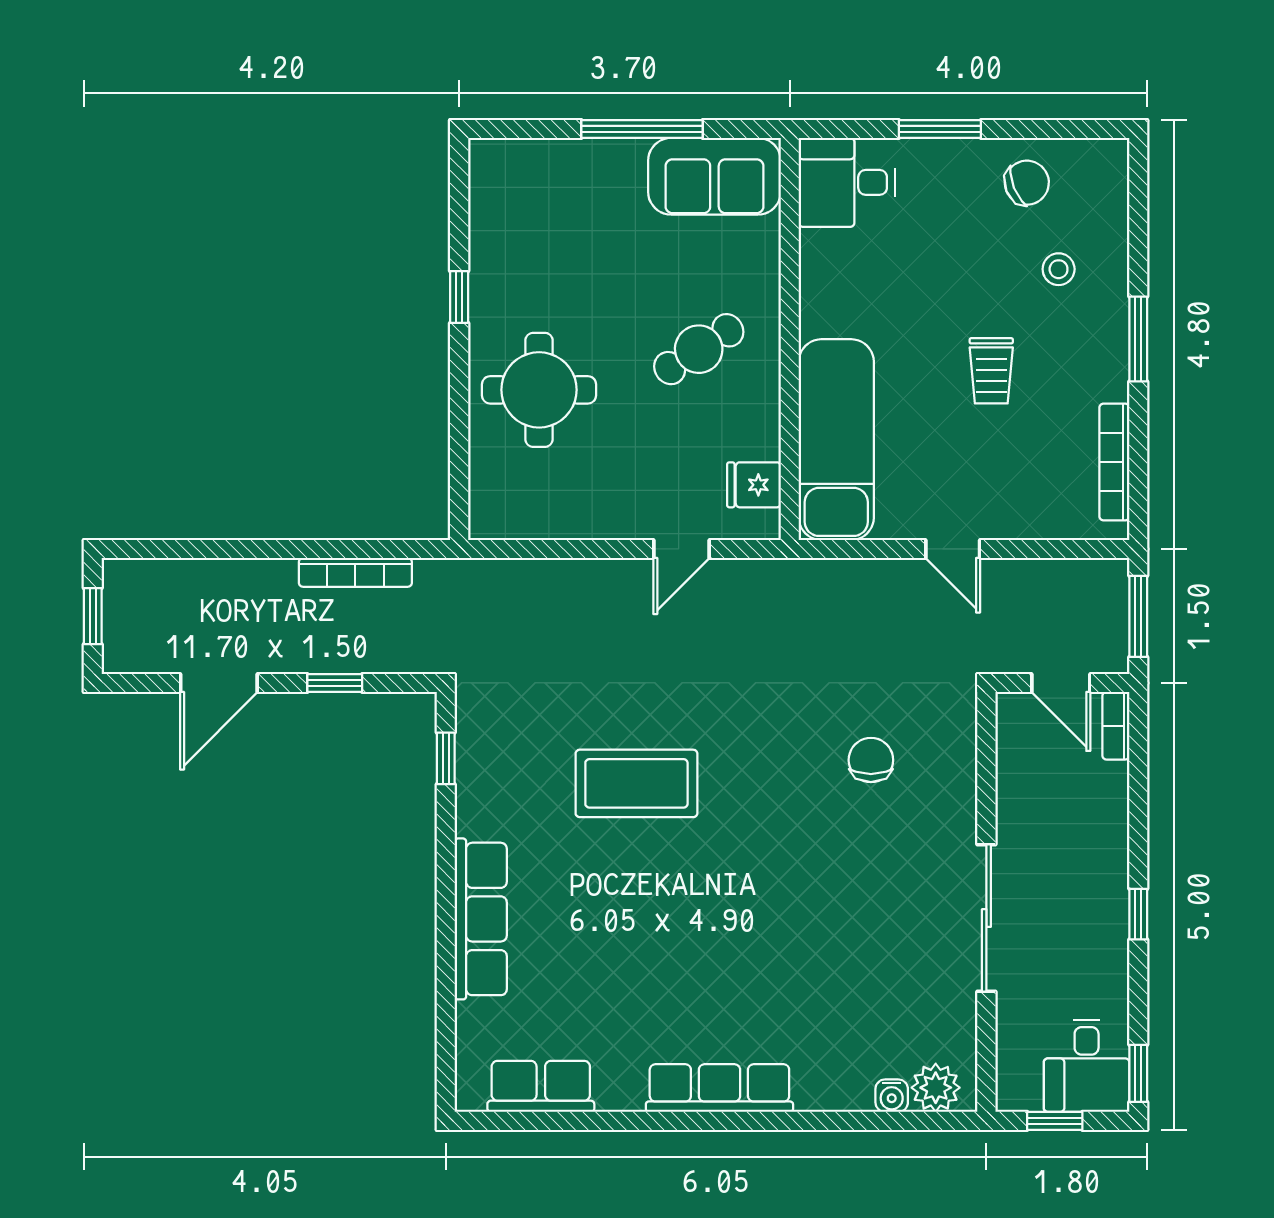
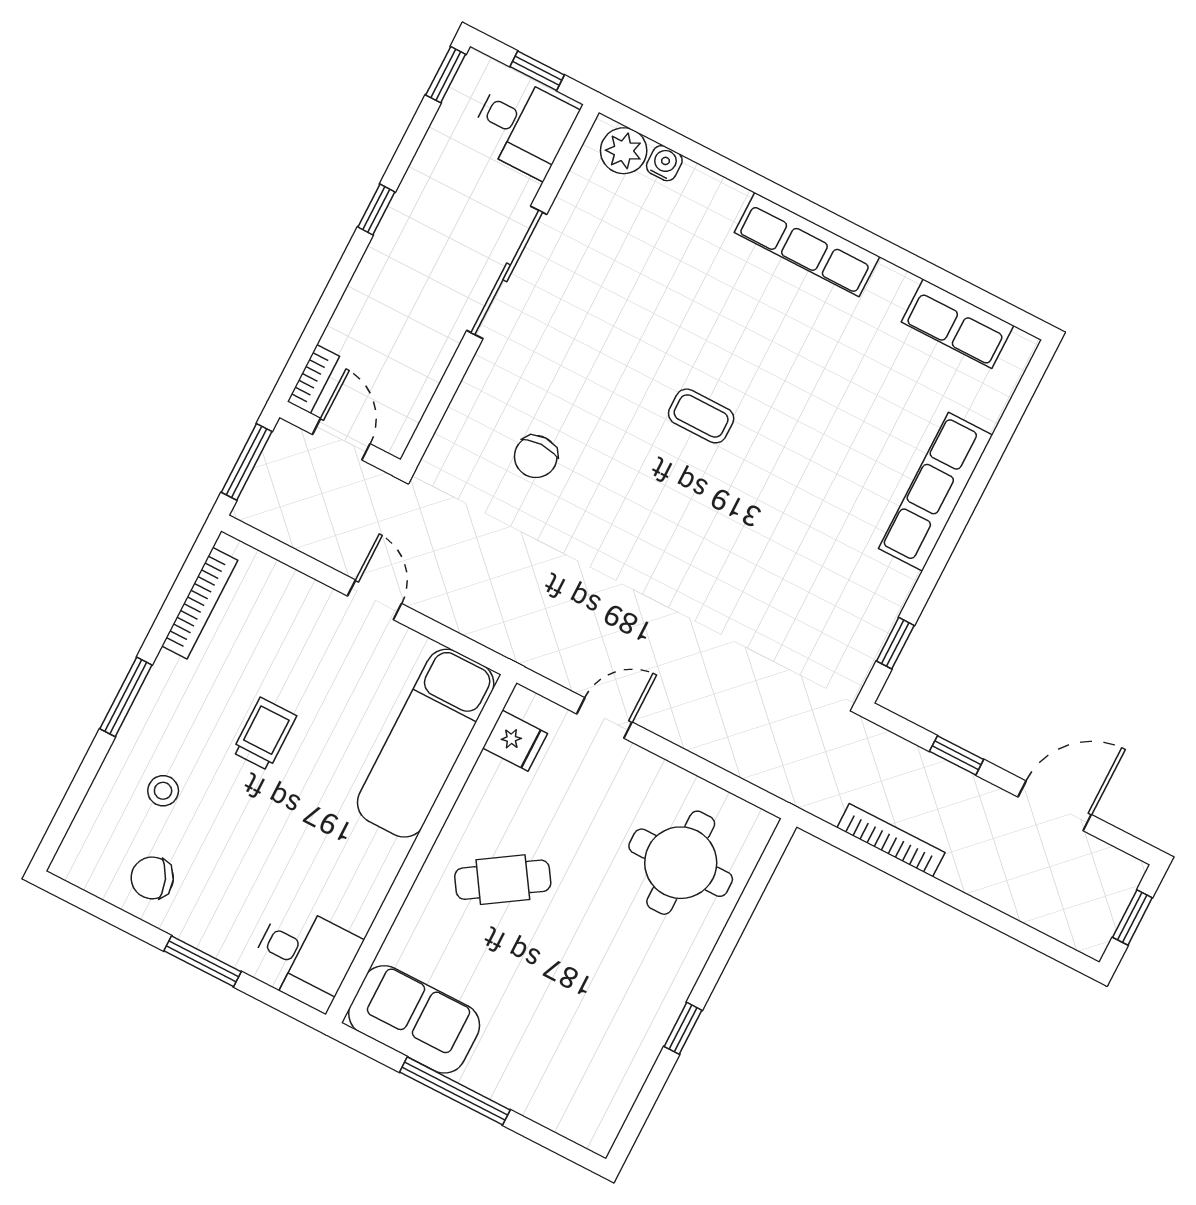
round table: (539, 390) -> (681, 863), moved
coffee table: (636, 783) -> (701, 416), moved, width x0.54, depth x0.58
desk: (1087, 1066) -> (523, 126), moved, turned 90

